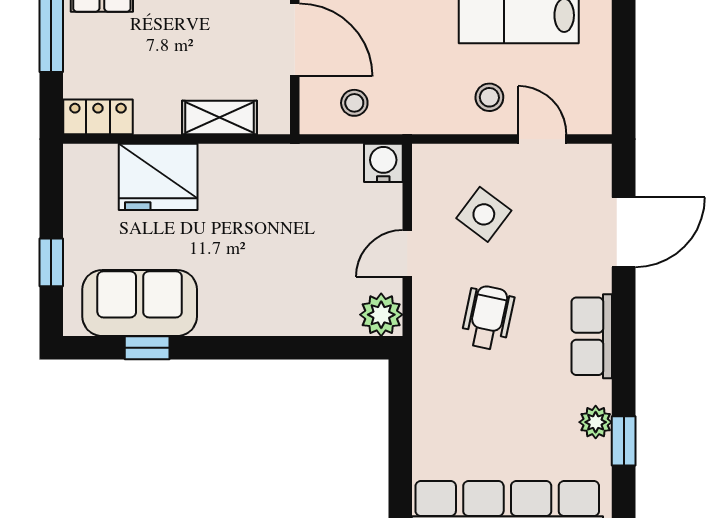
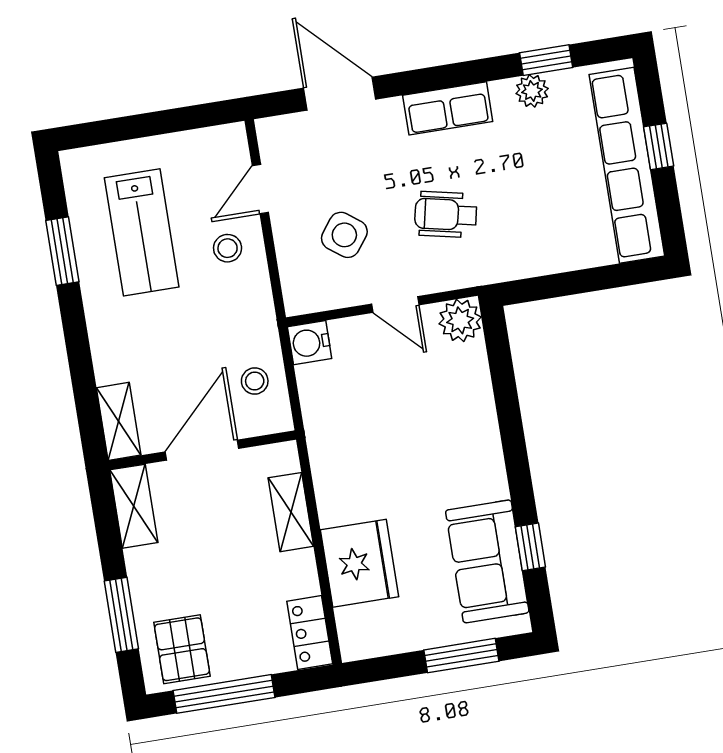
window: (51, 262) -> (461, 656), width x1.50

